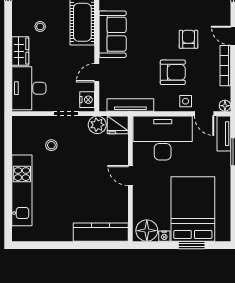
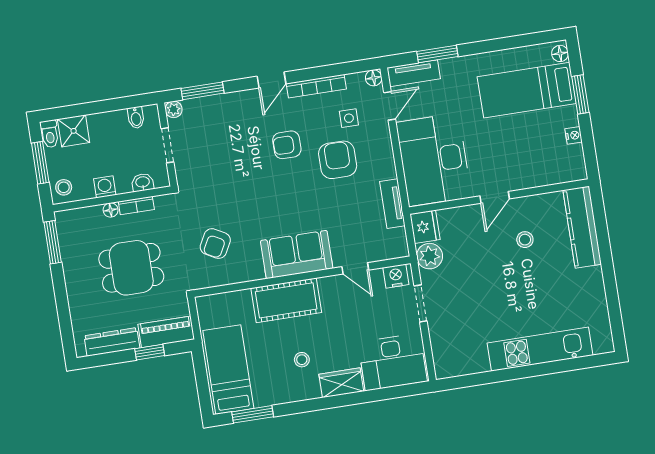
side table: (186, 101) -> (349, 118), moved
tv unit: (130, 105) -> (392, 204), width x0.71
stool: (51, 145) -> (525, 240), moved
bed: (193, 209) -> (527, 90), width x0.67
floor lamp: (147, 231) -> (560, 53), moved, width x0.53, depth x0.53

